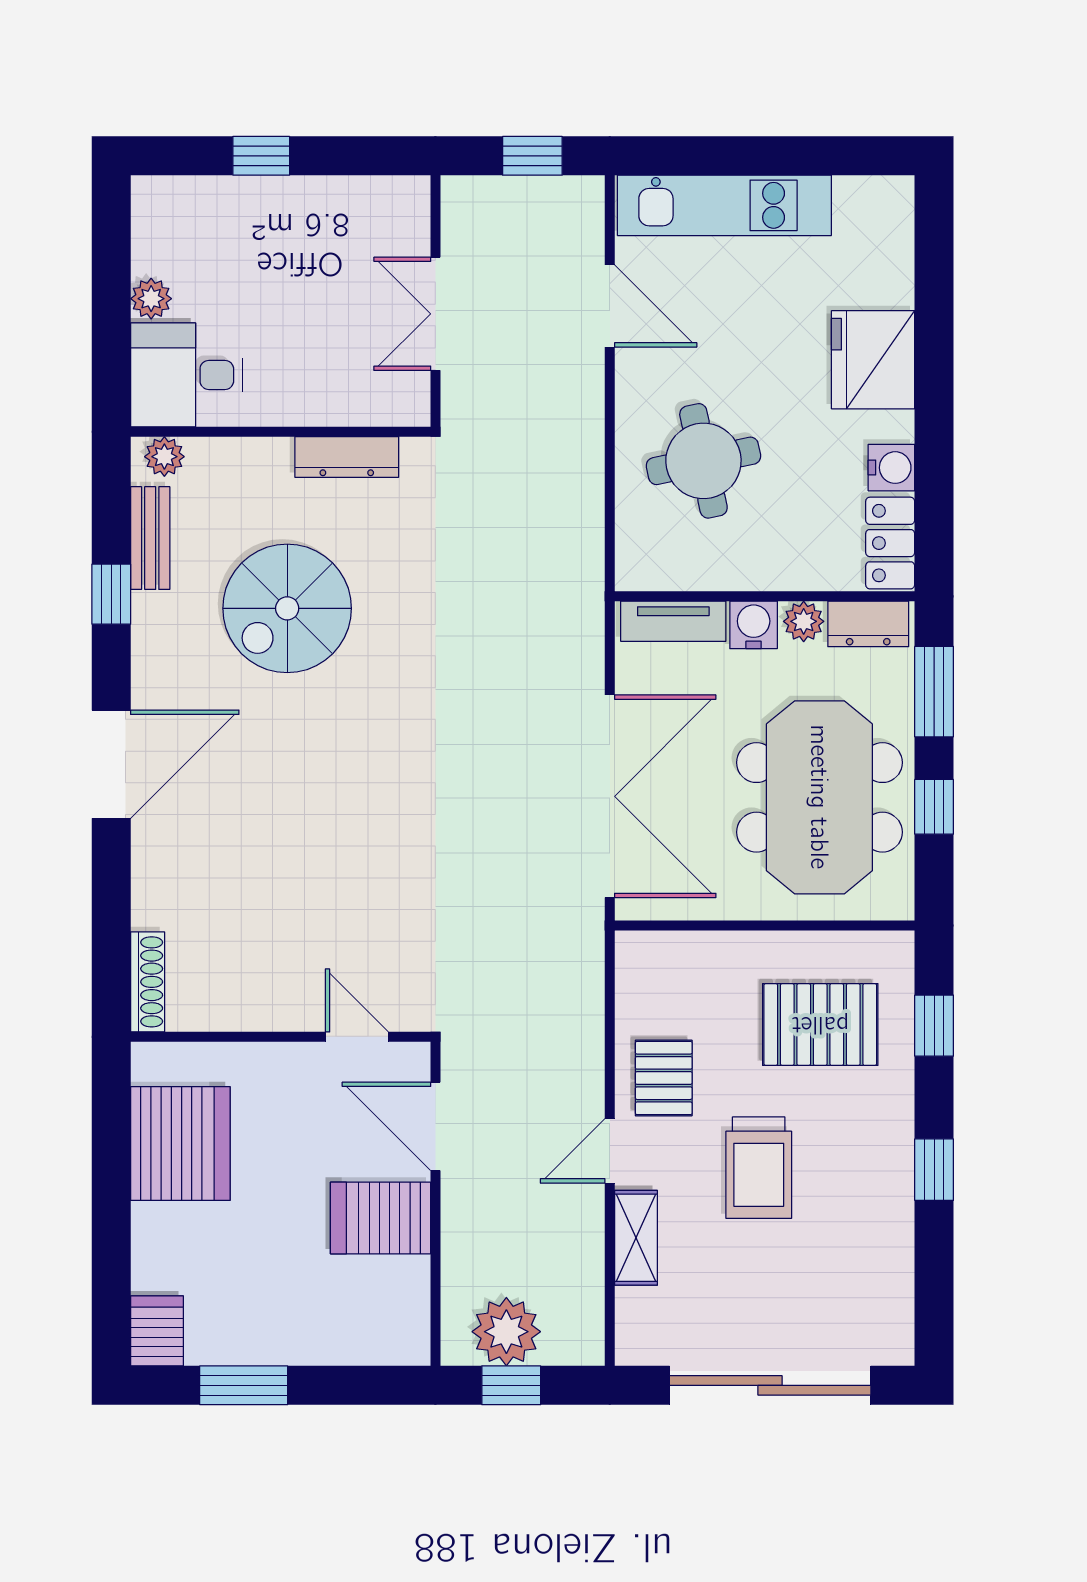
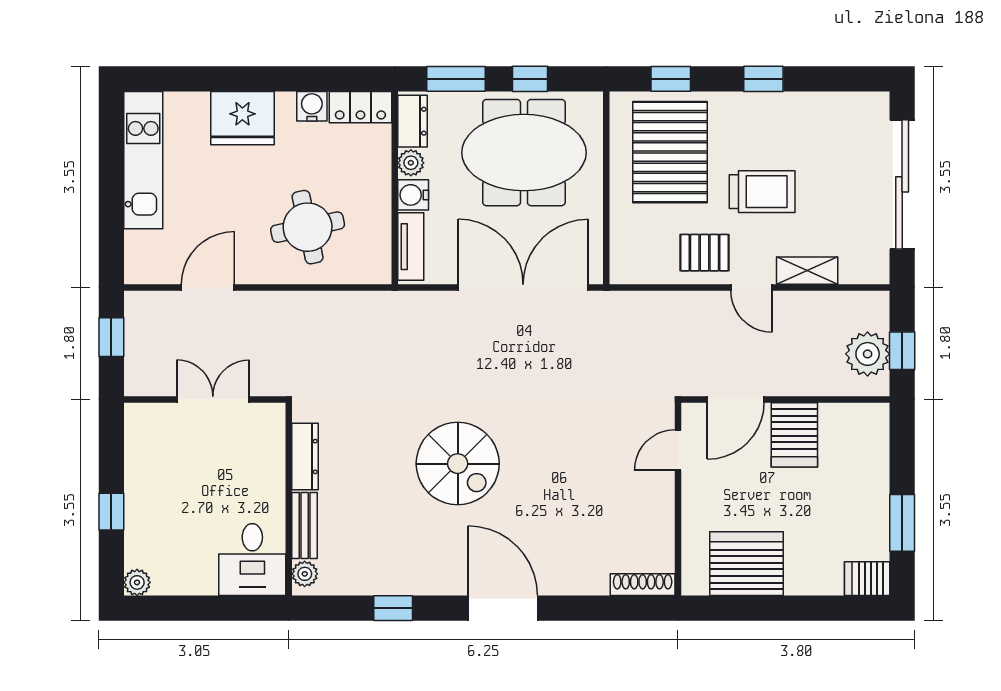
kitchen unit: (724, 205) -> (143, 160), moved
plant: (151, 299) -> (137, 582), moved
double door: (435, 314) -> (213, 400), swing flipped
bench: (150, 538) -> (305, 525), moved, turned 90
spiral stairs: (287, 608) -> (458, 464), moved
pallet: (820, 1025) -> (670, 152), width x1.37, depth x1.41

